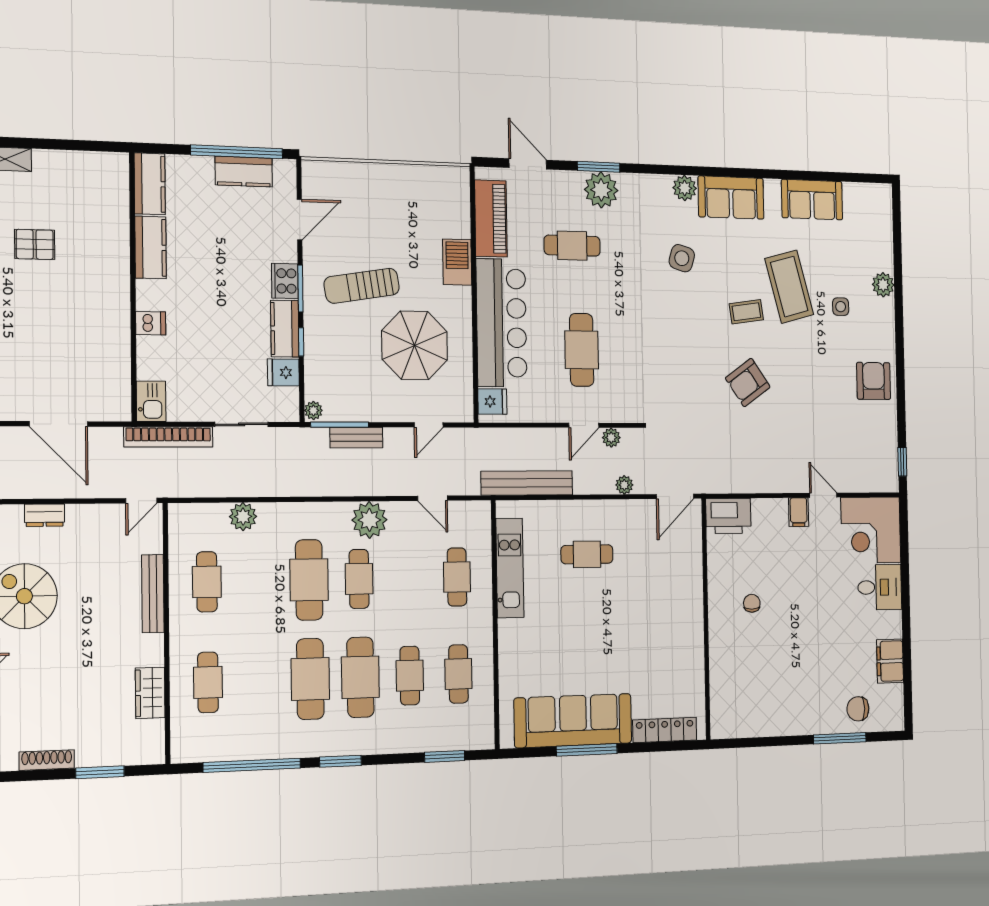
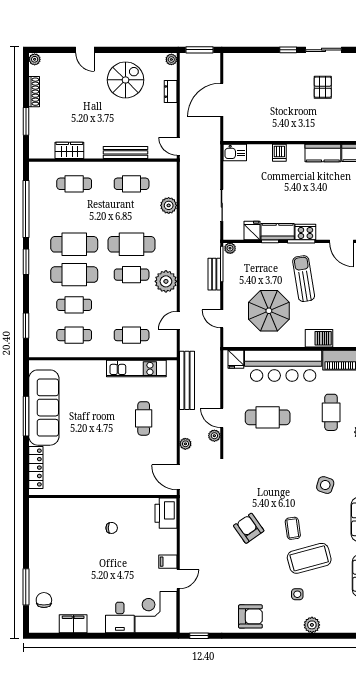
bookcase: (168, 437) -> (214, 162), removed

